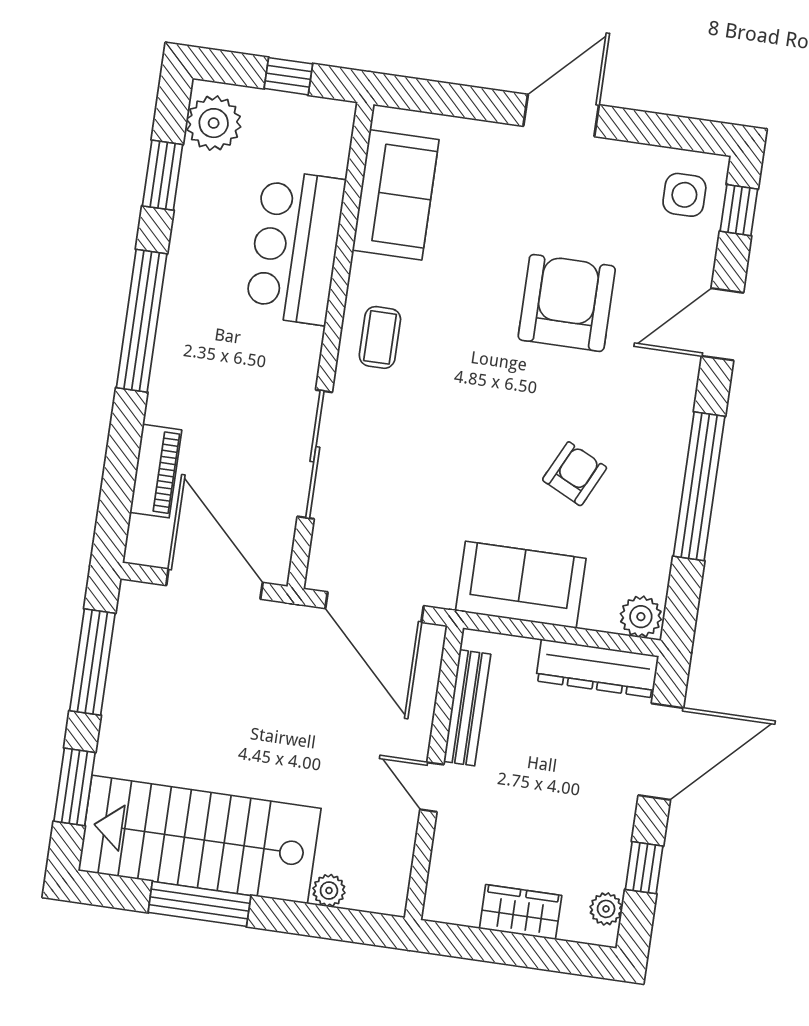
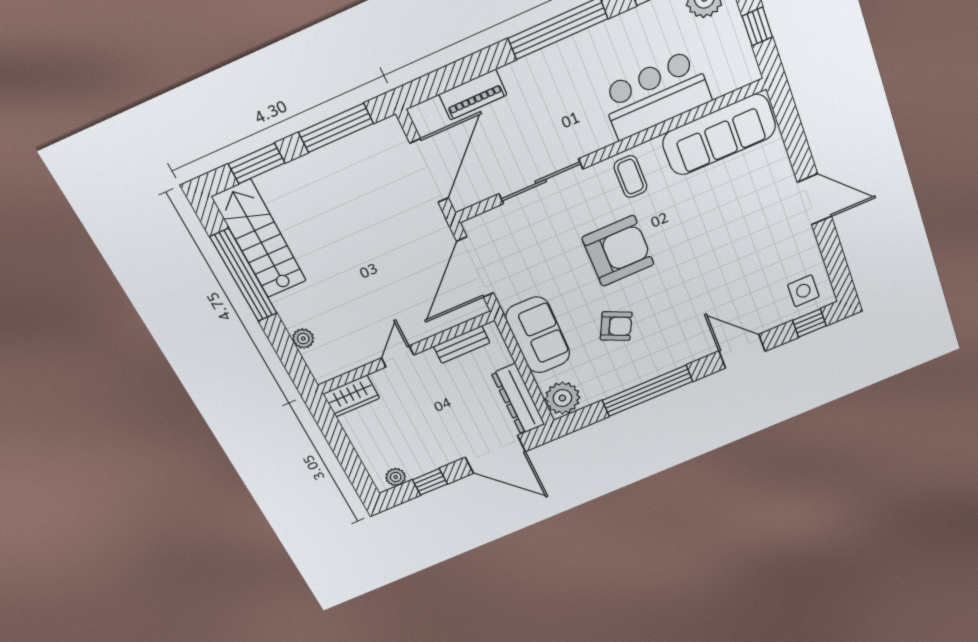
sofa: (396, 195) -> (719, 135), width x1.36
armchair: (567, 303) -> (618, 251), moved
coffee table: (380, 337) -> (630, 177), turned 90
plant: (641, 617) -> (562, 398), width x1.36, depth x1.36
bench: (467, 708) -> (462, 345), width x0.73
stairs: (200, 840) -> (259, 239), width x0.73, depth x0.66
window: (199, 904) -> (244, 275), width x1.46
wardrobe: (521, 912) -> (351, 396), moved, turned 90

